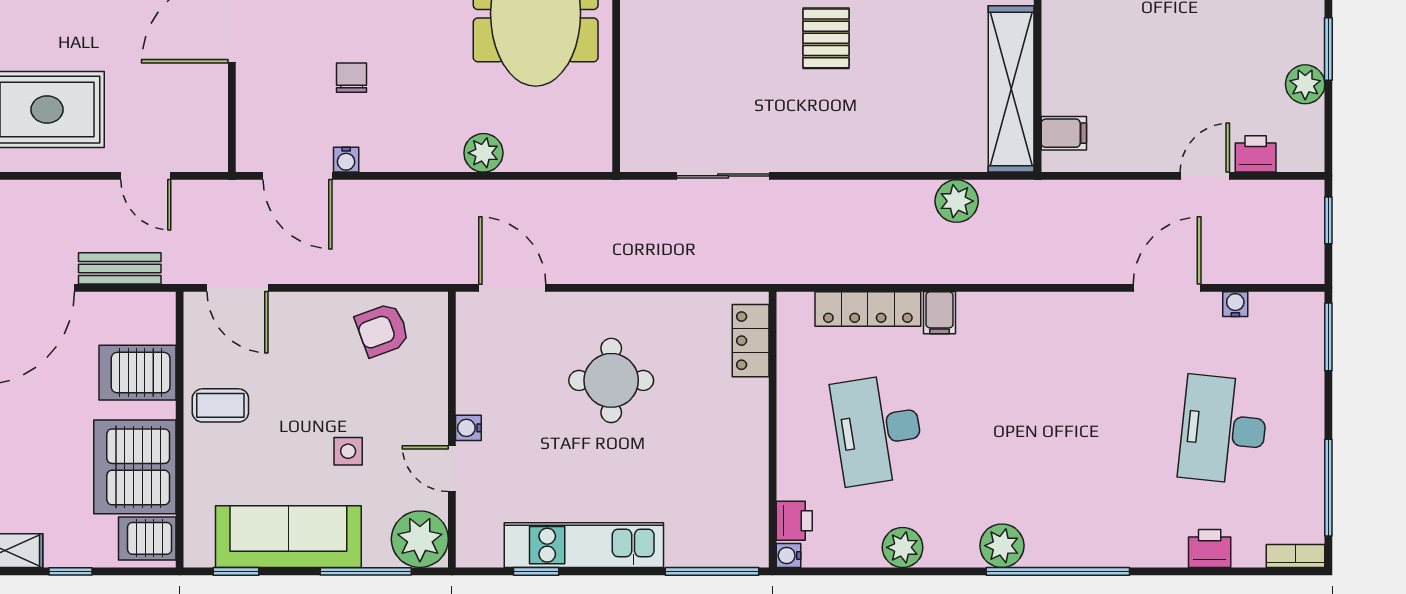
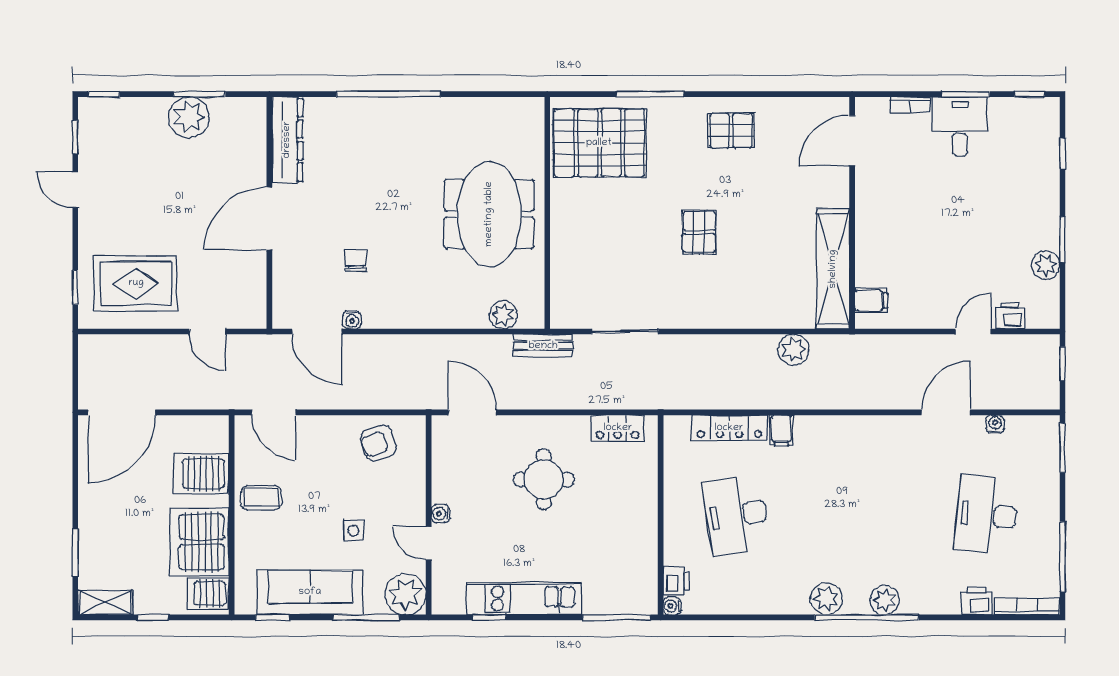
plant: (483, 153) -> (503, 315), moved
bench: (120, 268) -> (543, 346), moved
locker: (751, 341) -> (618, 428), moved, turned -90
plant: (903, 547) -> (885, 600), moved
bookcase: (1296, 556) -> (1027, 606), width x1.56

